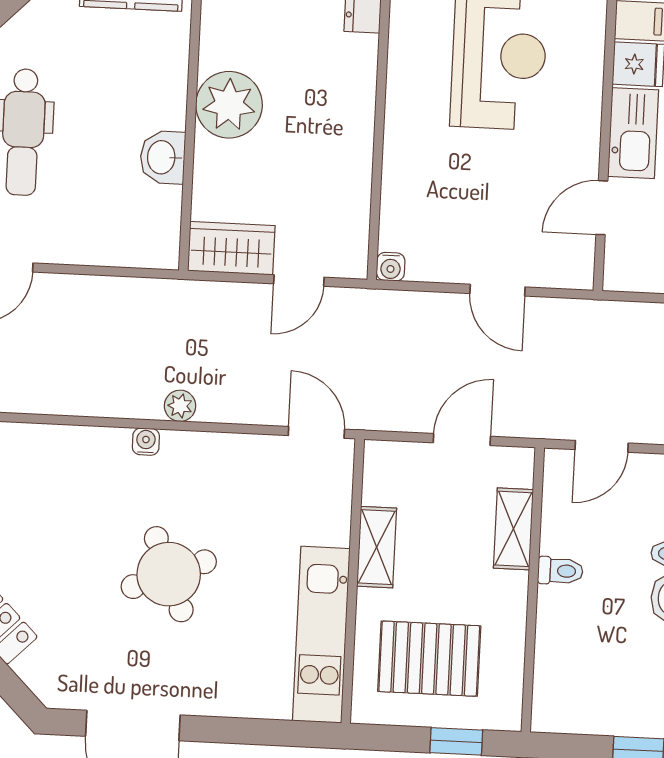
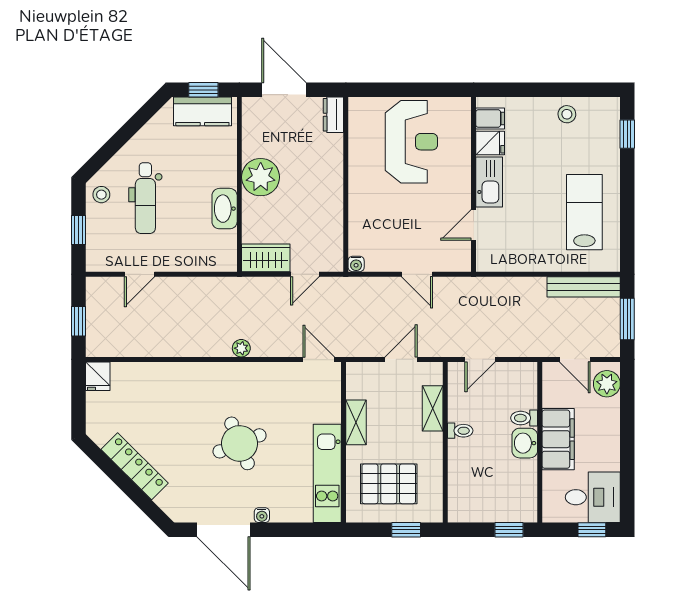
washbasin: (163, 157) -> (225, 209), width x1.38
water cooler: (146, 442) -> (262, 515), moved, turned 180

